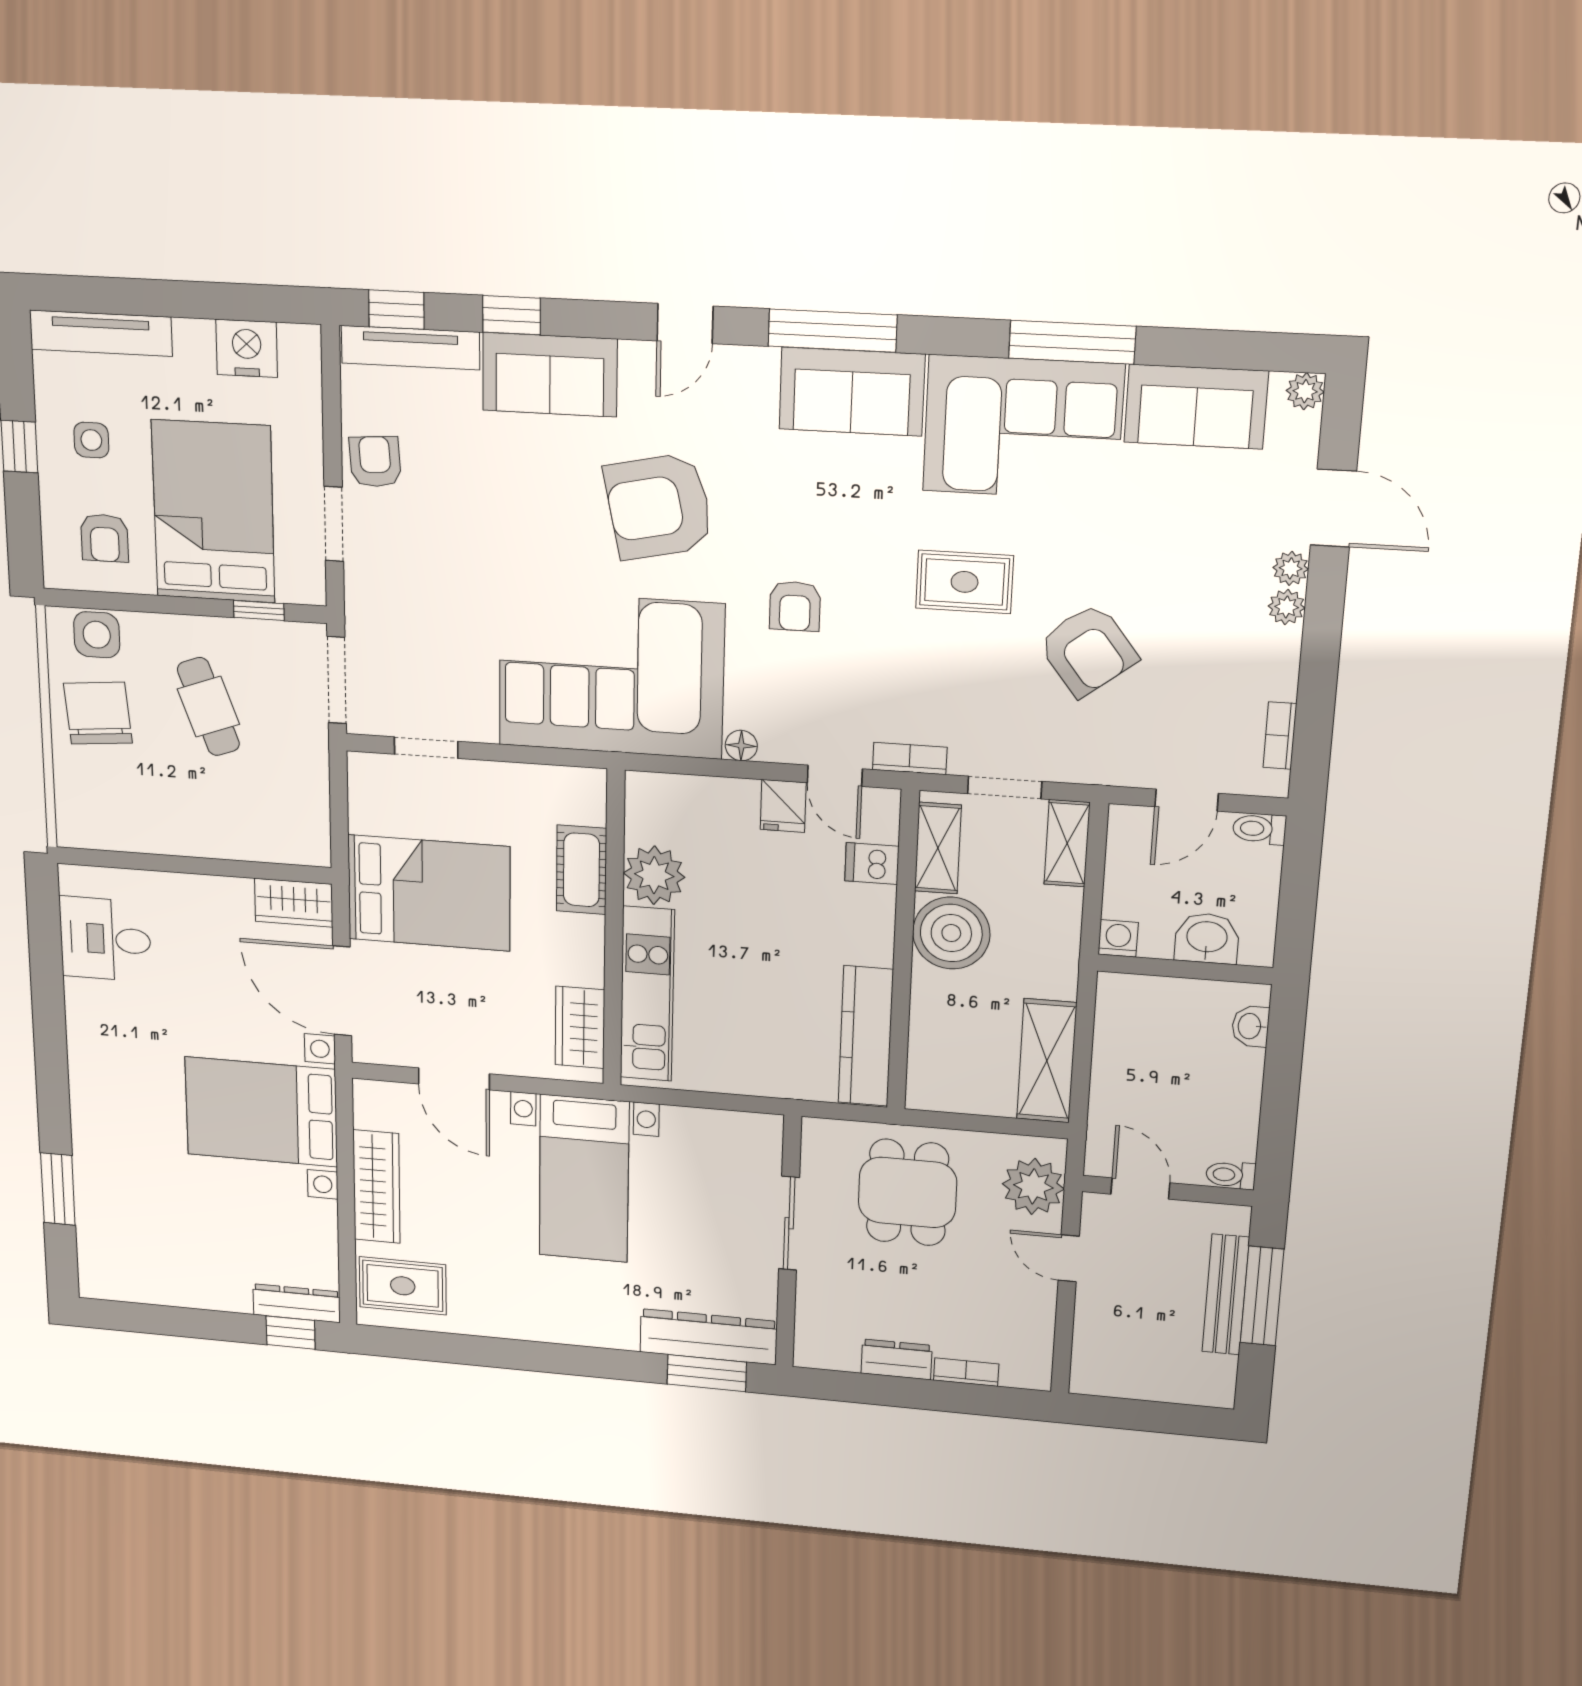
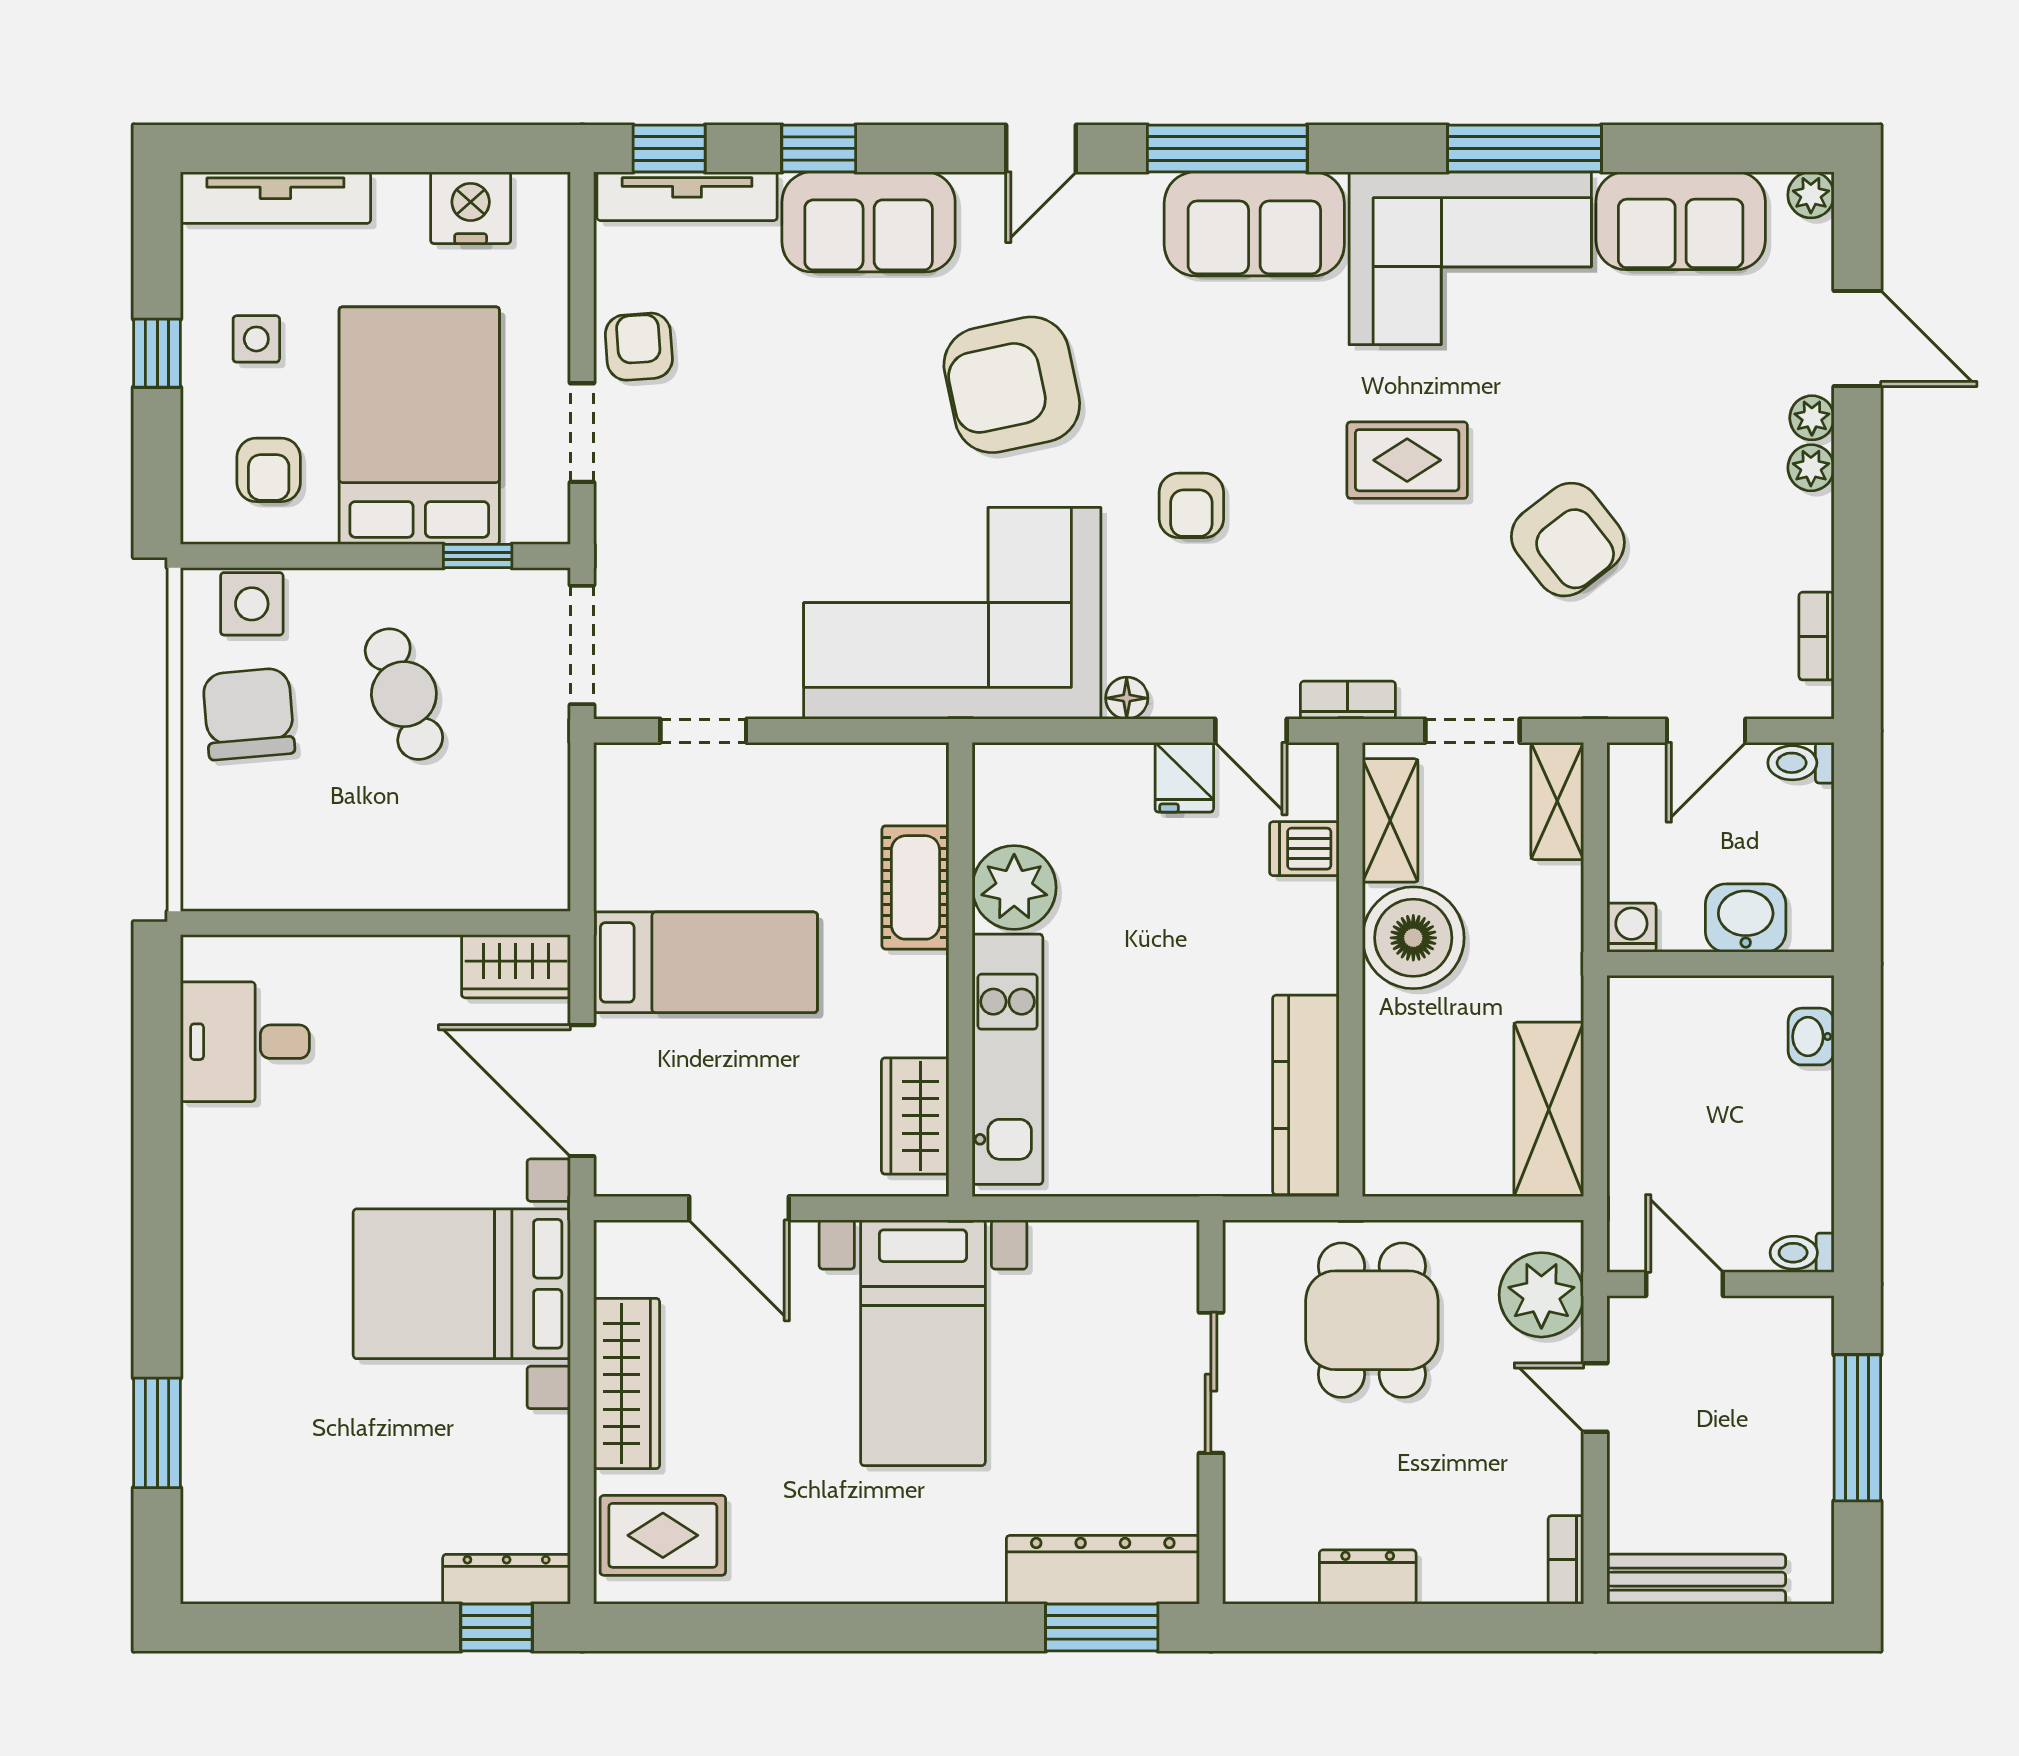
bed: (429, 893) -> (706, 962), width x0.67
bench: (1226, 1295) -> (1696, 1579), moved, turned 90
bookcase: (966, 1372) -> (1566, 1560), moved, turned -90

